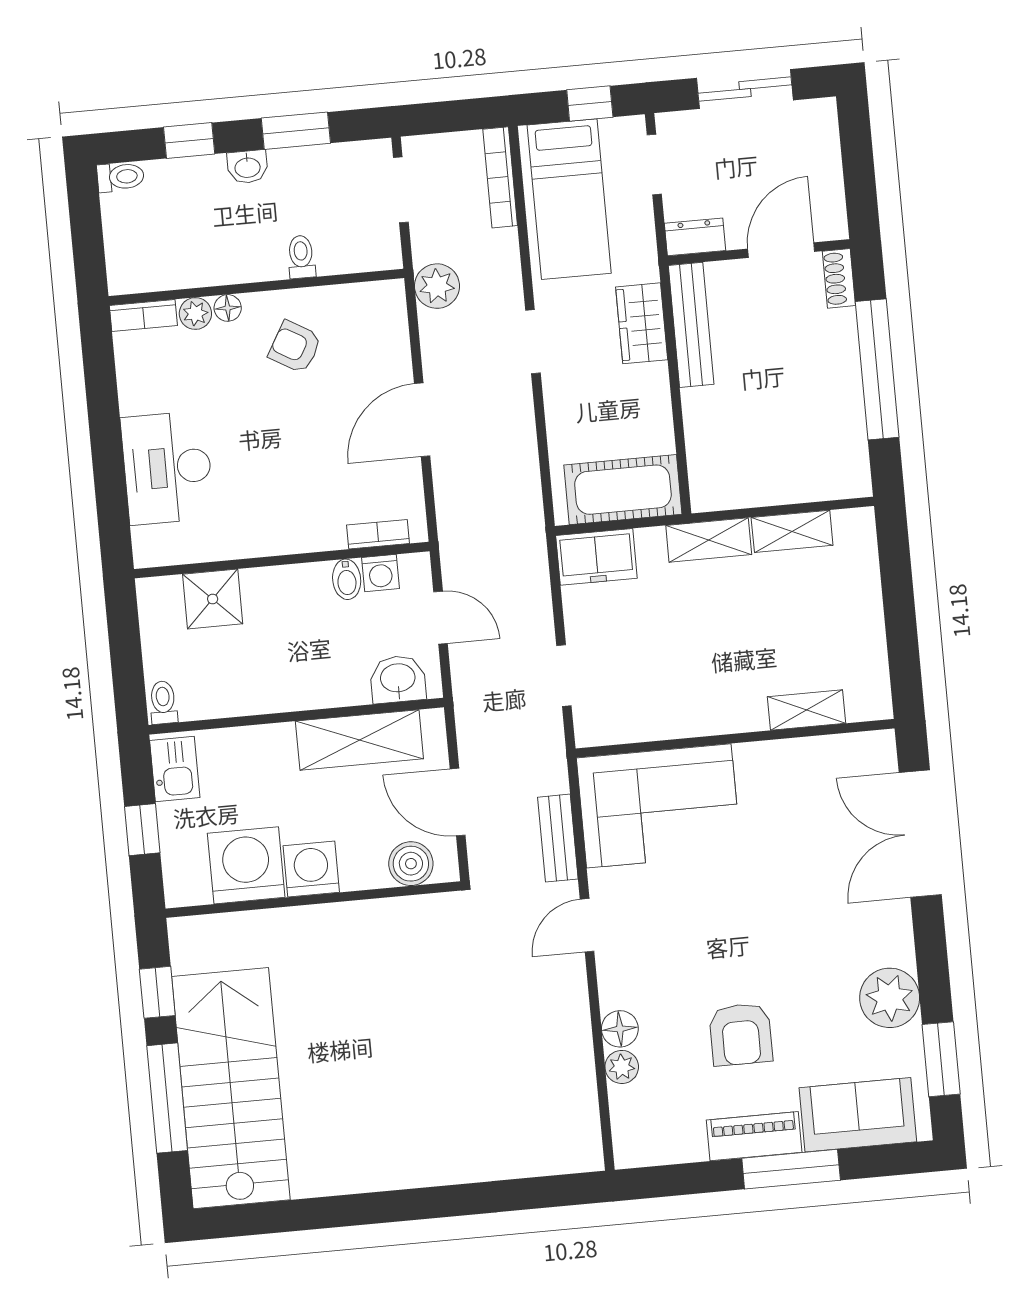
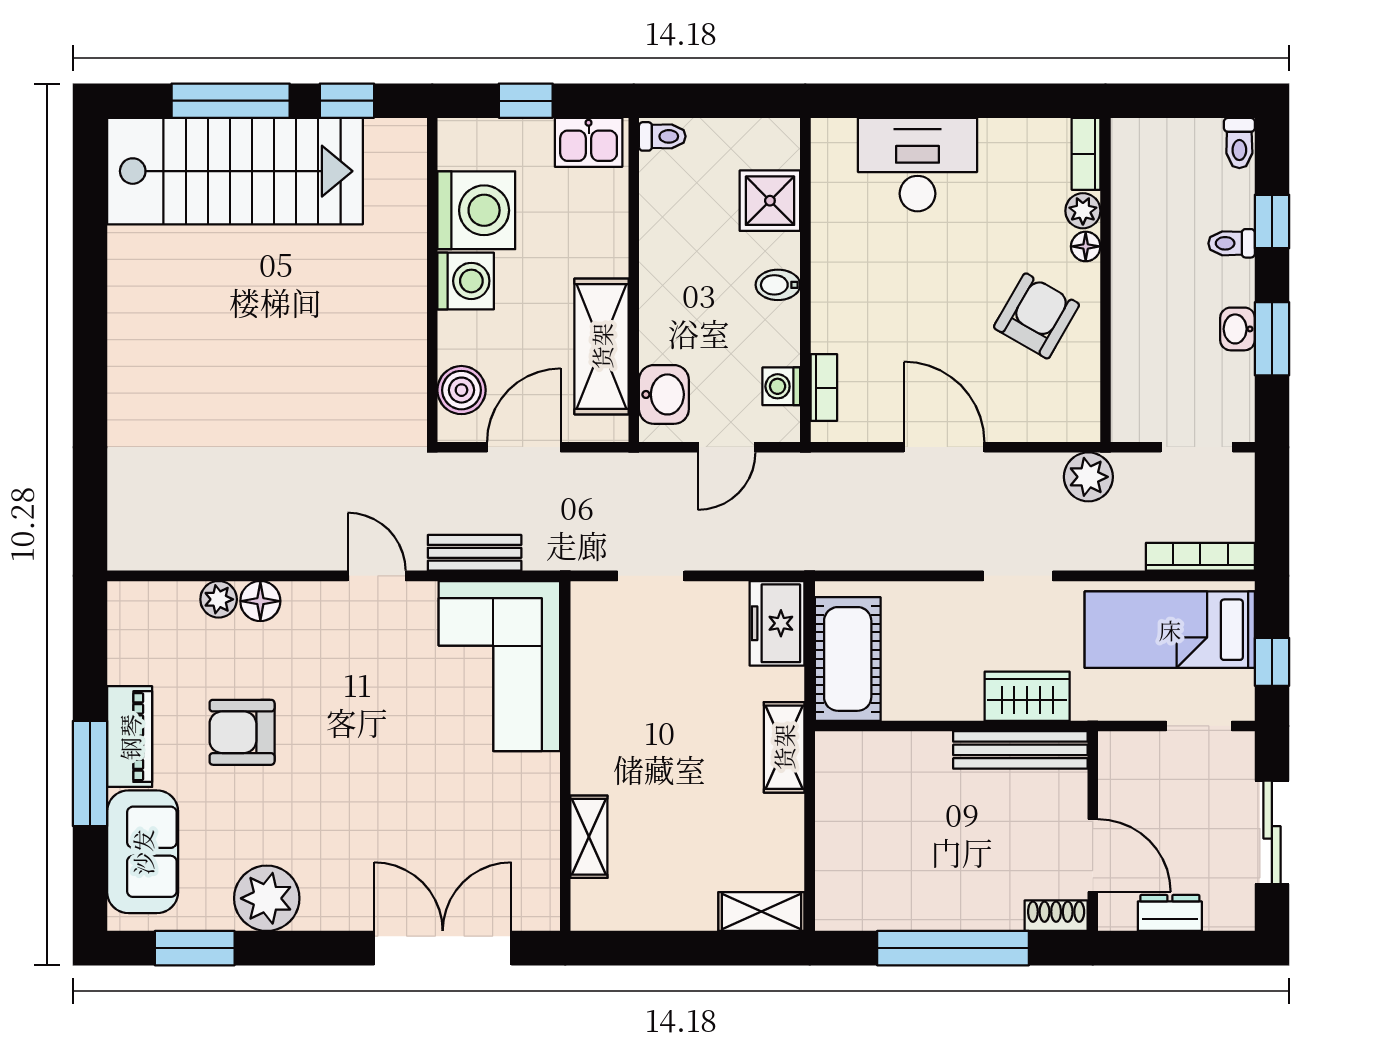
washbasin: (247, 167) -> (1238, 329), moved
dresser: (695, 237) -> (1170, 913), moved, turned -90
toilet: (301, 257) -> (1232, 243), moved, turned 180
armchair: (295, 347) -> (1036, 316), width x1.38, depth x1.38
shelving: (792, 531) -> (761, 912), moved, turned 90
bidet: (347, 579) -> (778, 285), moved

